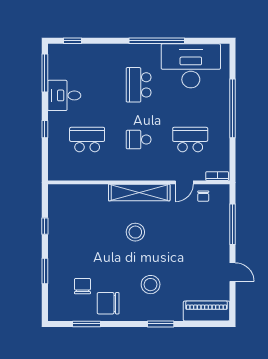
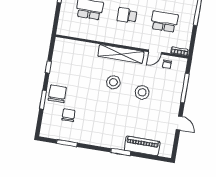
stool: (151, 285) -> (142, 92), moved
chair: (108, 303) -> (57, 94), moved, turned 90
piano: (206, 311) -> (142, 146), moved

